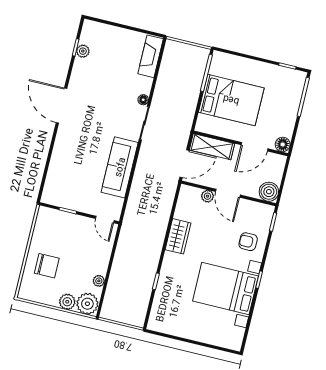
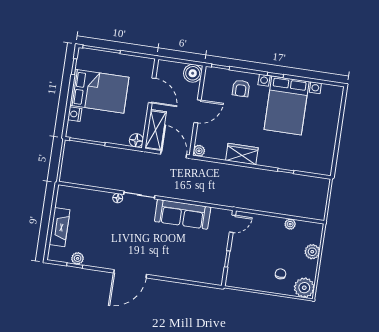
fireplace: (151, 56) -> (60, 227), moved, turned -90
nightstand: (237, 62) -> (75, 114), added
bed: (231, 100) -> (99, 91), moved, turned 90
floor lamp: (283, 144) -> (136, 140), moved
plant: (207, 196) -> (199, 151), moved
chair: (47, 266) -> (280, 274), width x0.54, depth x0.54
plant: (87, 304) -> (304, 288), moved

